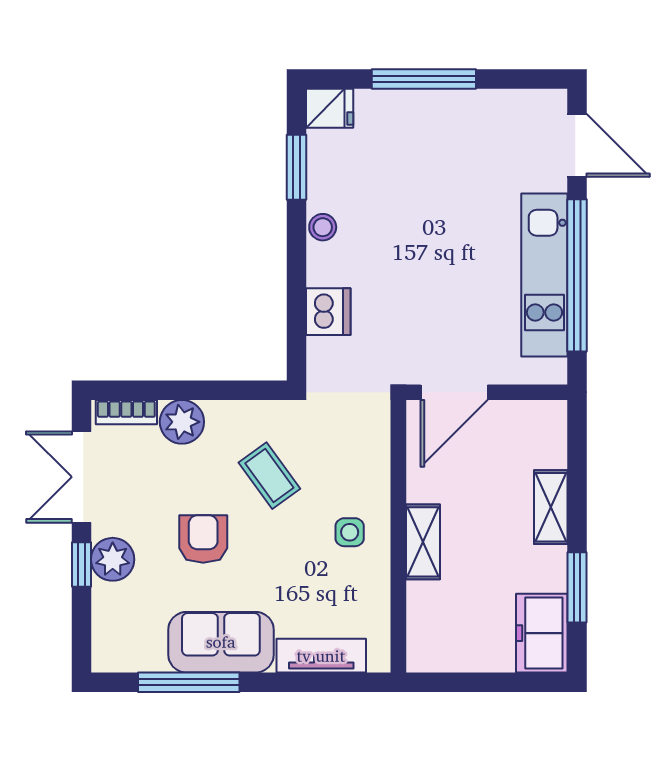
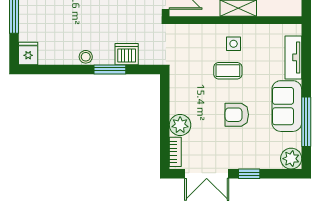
window: (297, 167) -> (110, 69), moved
coffee table: (269, 476) -> (228, 71), moved, turned 36
plant: (113, 559) -> (291, 159), moved

